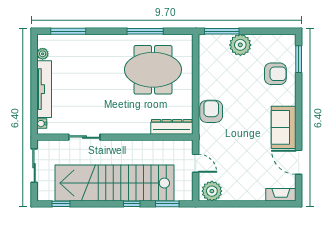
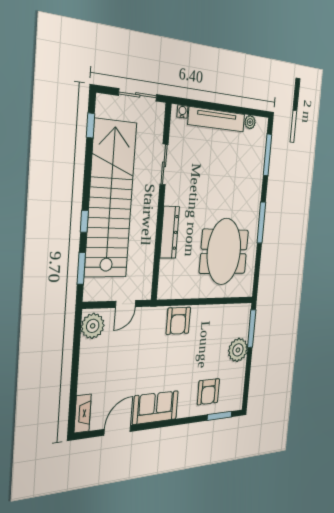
window: (145, 31) -> (261, 223), moved
armchair: (211, 111) -> (178, 321), turned 90
dresser: (172, 127) -> (170, 232), moved

